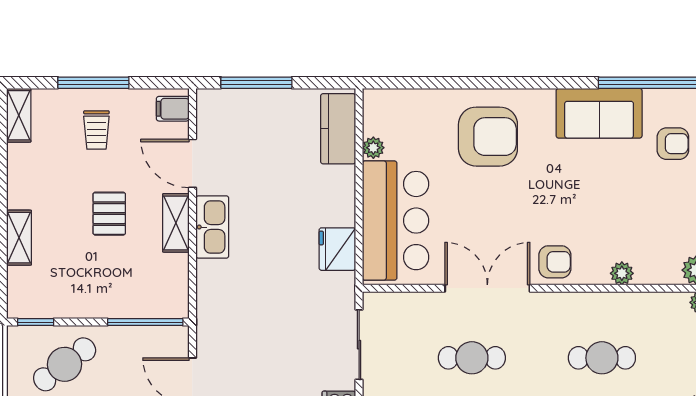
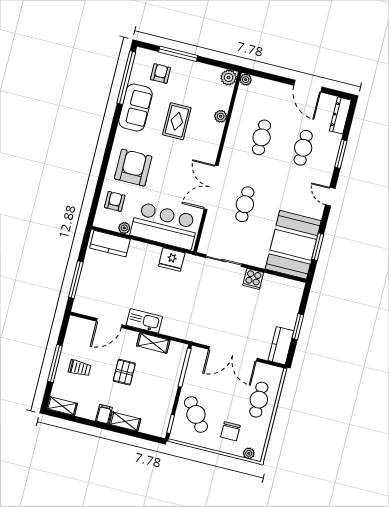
filing cabinet: (173, 109) -> (104, 414), moved, turned 180
rug: (593, 195) -> (177, 121), added
pallet: (109, 214) -> (124, 372), turned 90
shelving: (176, 223) -> (153, 343), moved
armchair: (555, 262) -> (115, 201), moved

